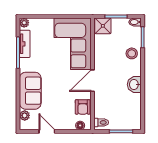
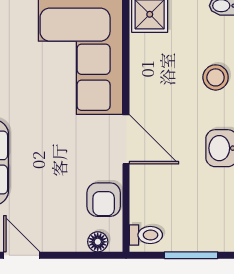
door: (93, 81) -> (126, 139), swing flipped

